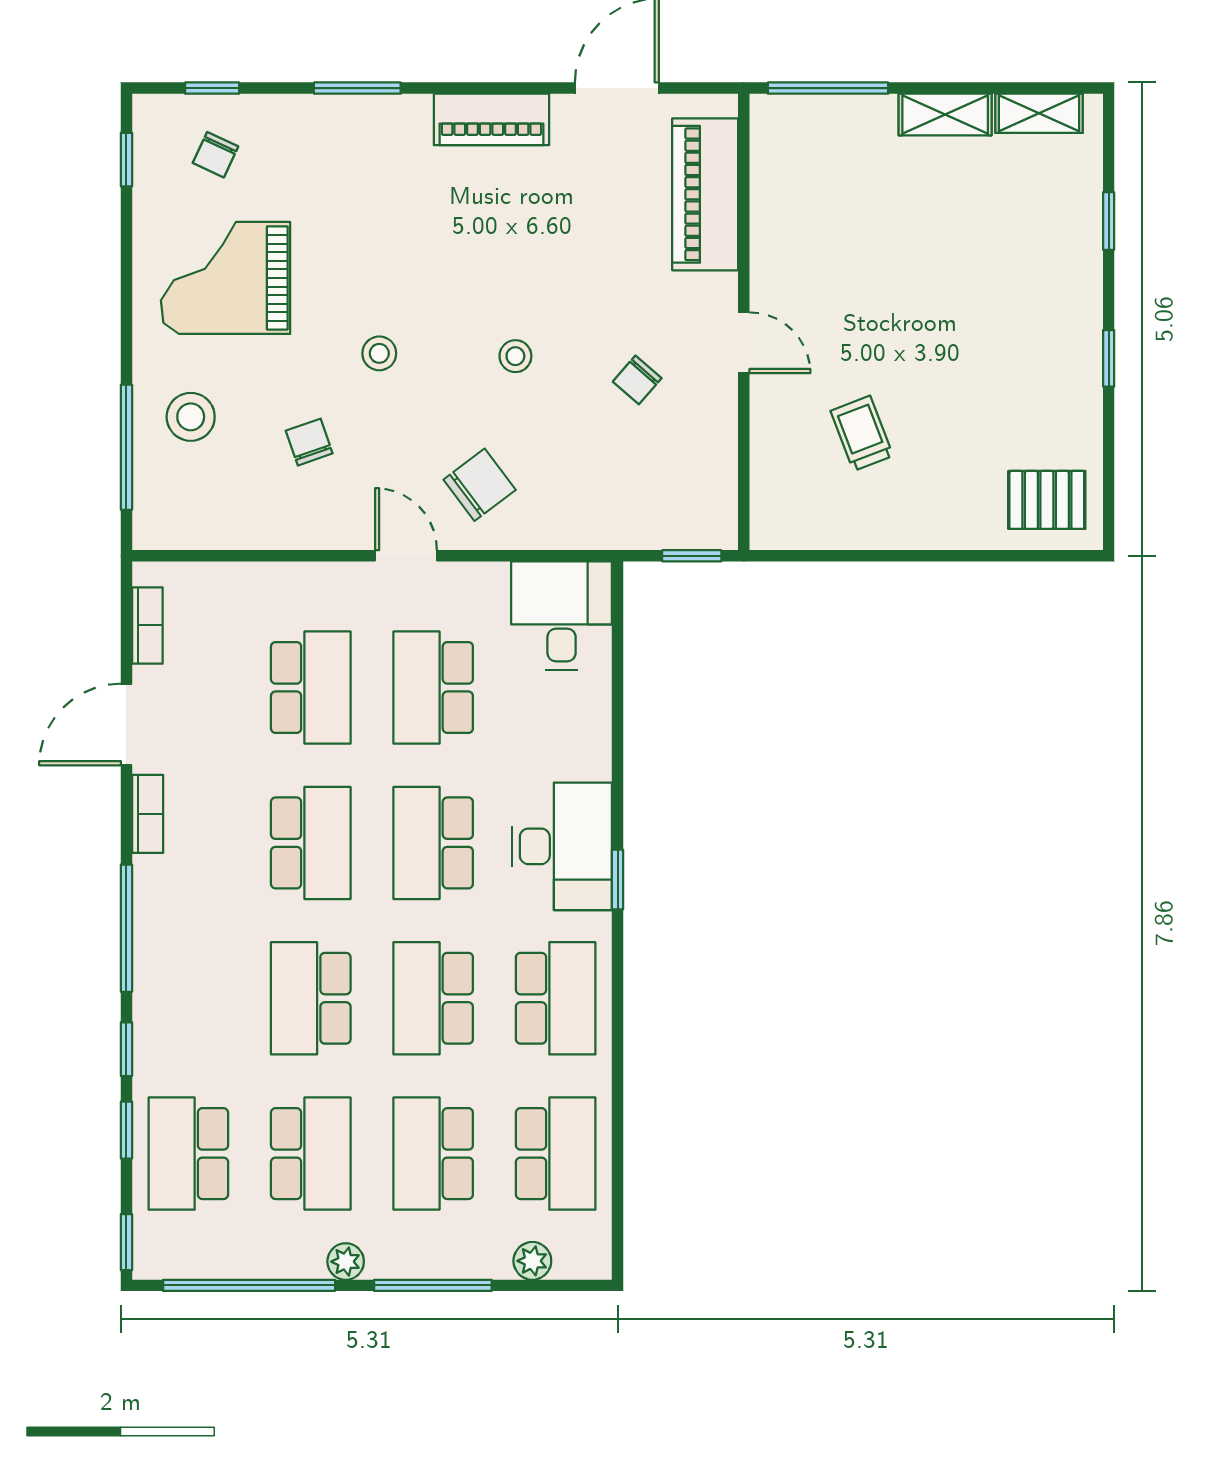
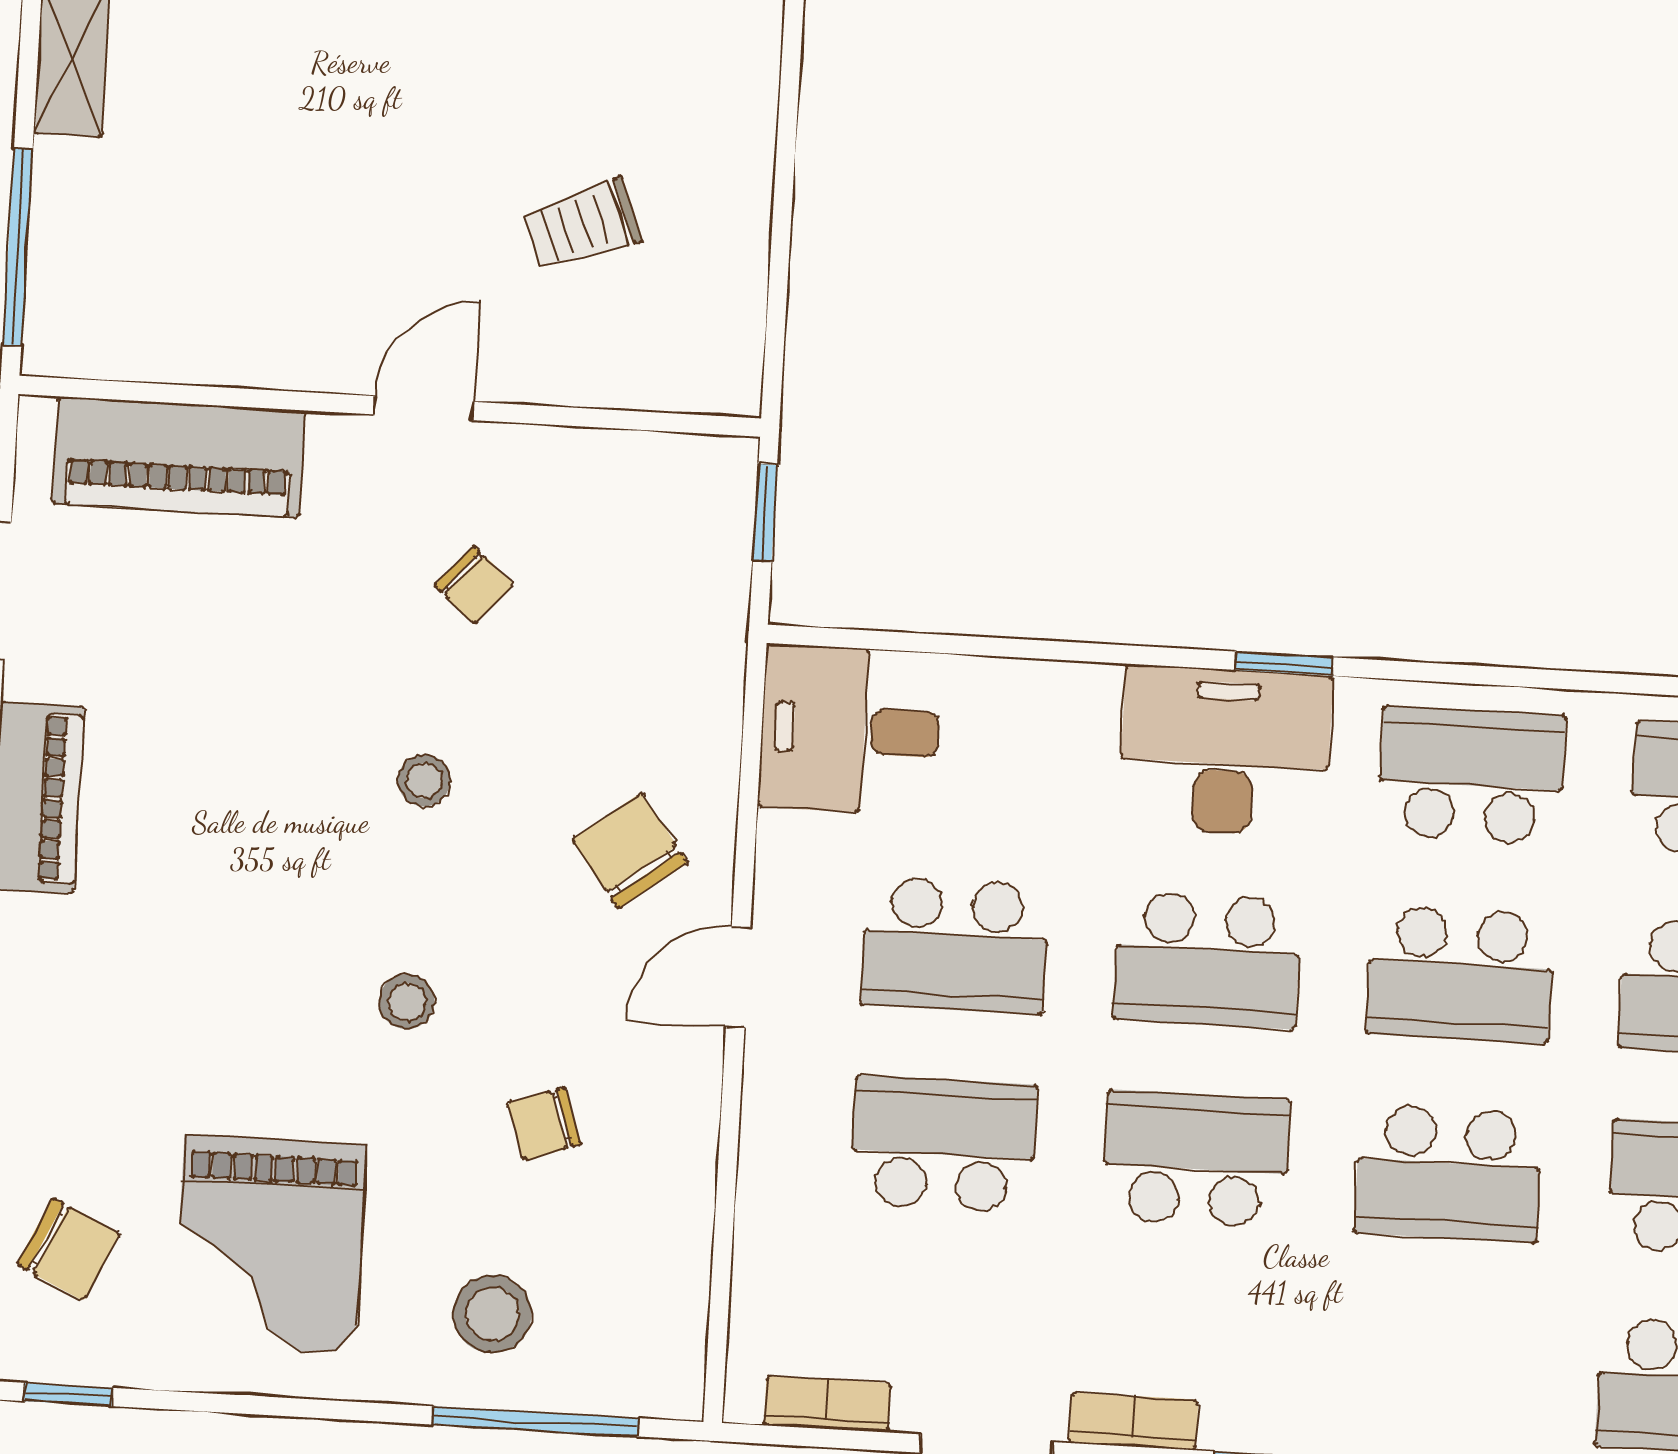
chair: (215, 155) -> (68, 1249), width x1.37, depth x1.37

